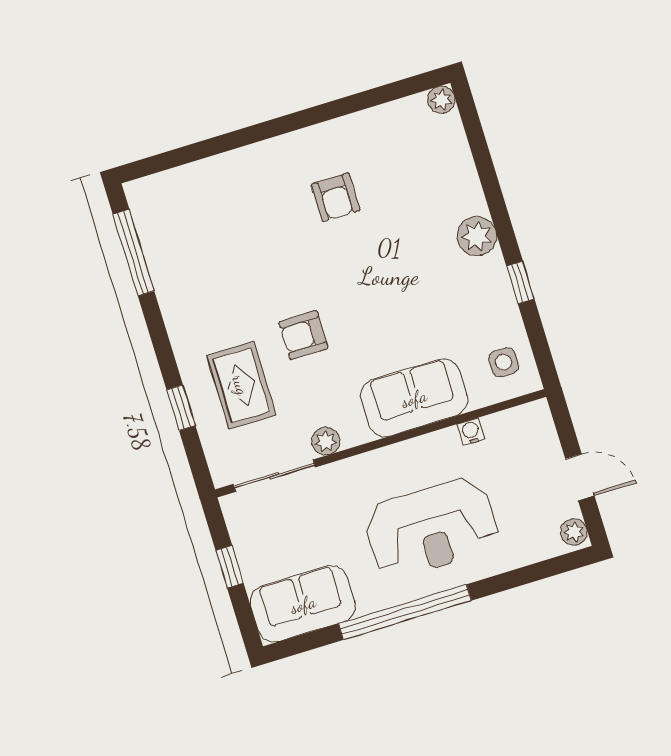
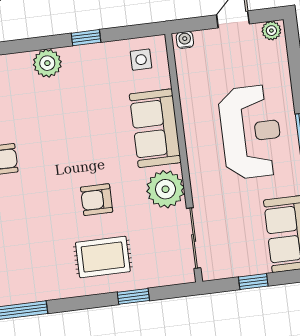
armchair: (303, 335) -> (97, 200), turned 90
rug: (241, 385) -> (103, 257), moved
water cooler: (471, 432) -> (185, 40), moved, turned 90
plant: (326, 441) -> (165, 189), width x1.88, depth x1.88

